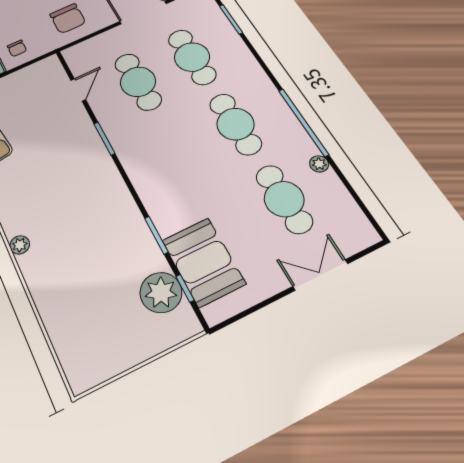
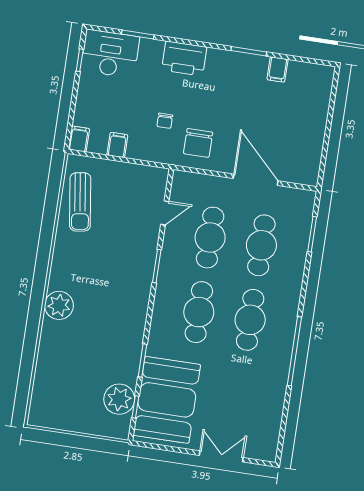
chair: (17, 48) -> (165, 121), moved
plant: (319, 164) -> (280, 387), removed
cafe table: (284, 199) -> (199, 312), moved
plant: (20, 245) -> (59, 305), width x1.87, depth x1.87
booth: (204, 262) -> (167, 400), width x1.36, depth x1.42

